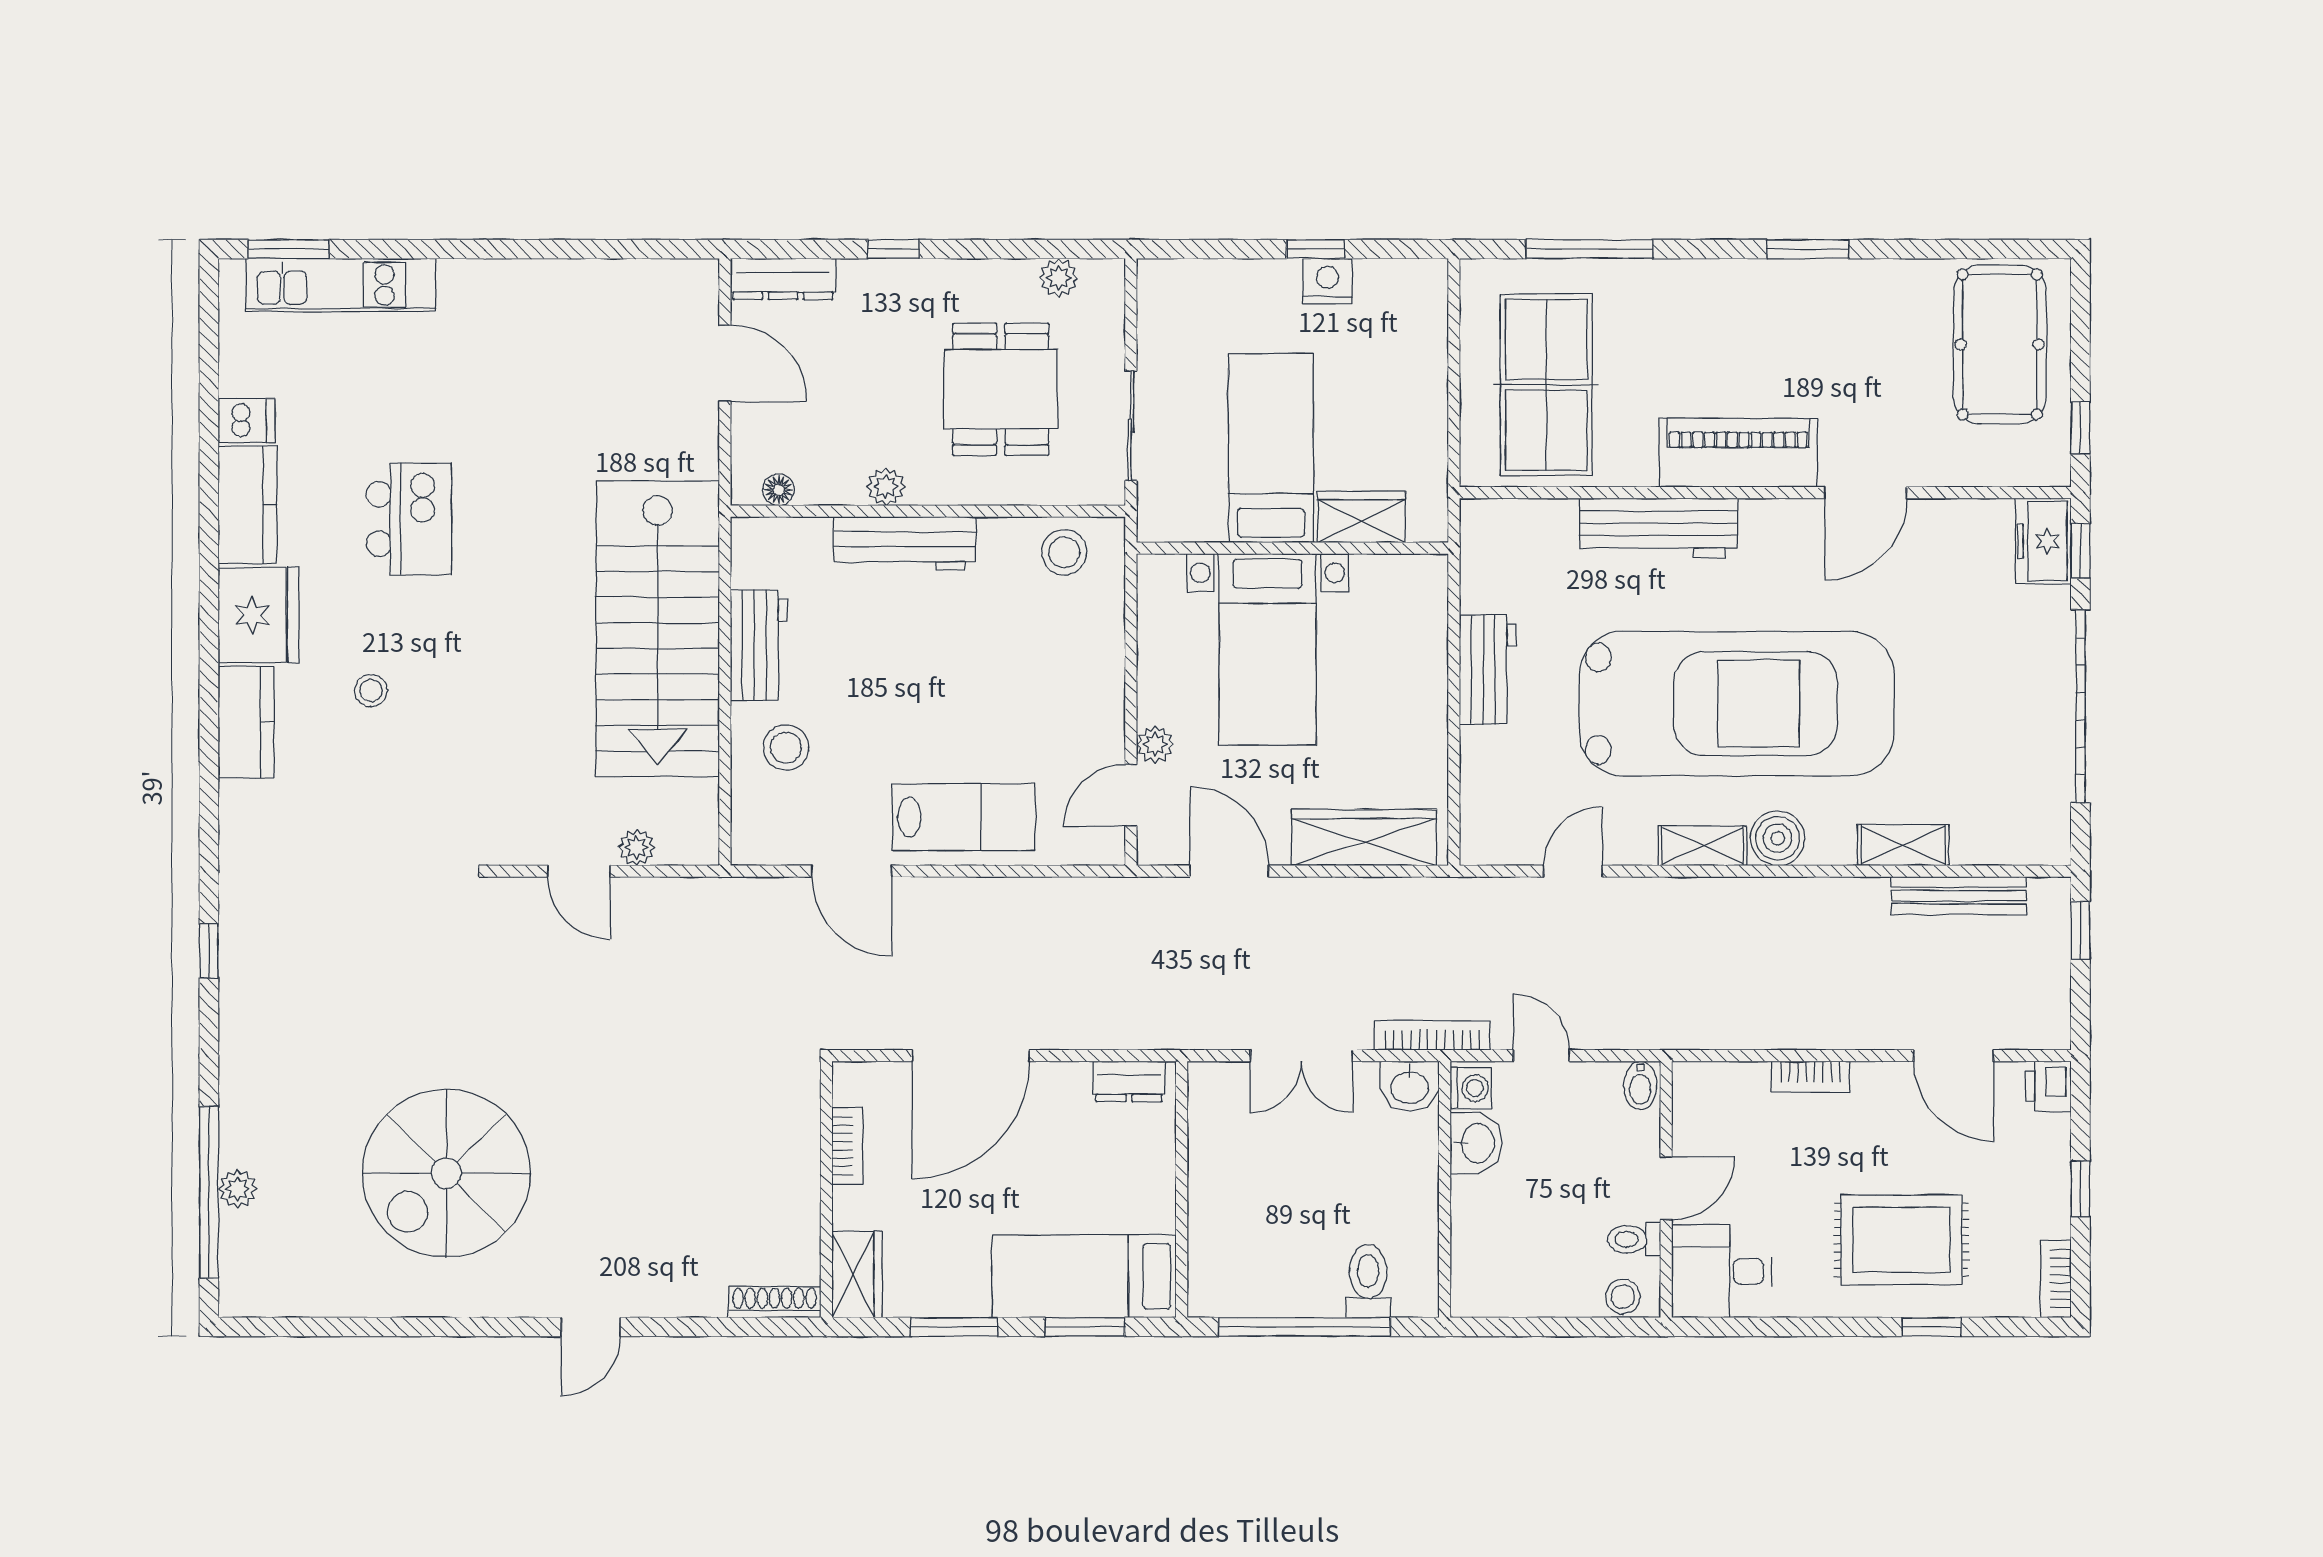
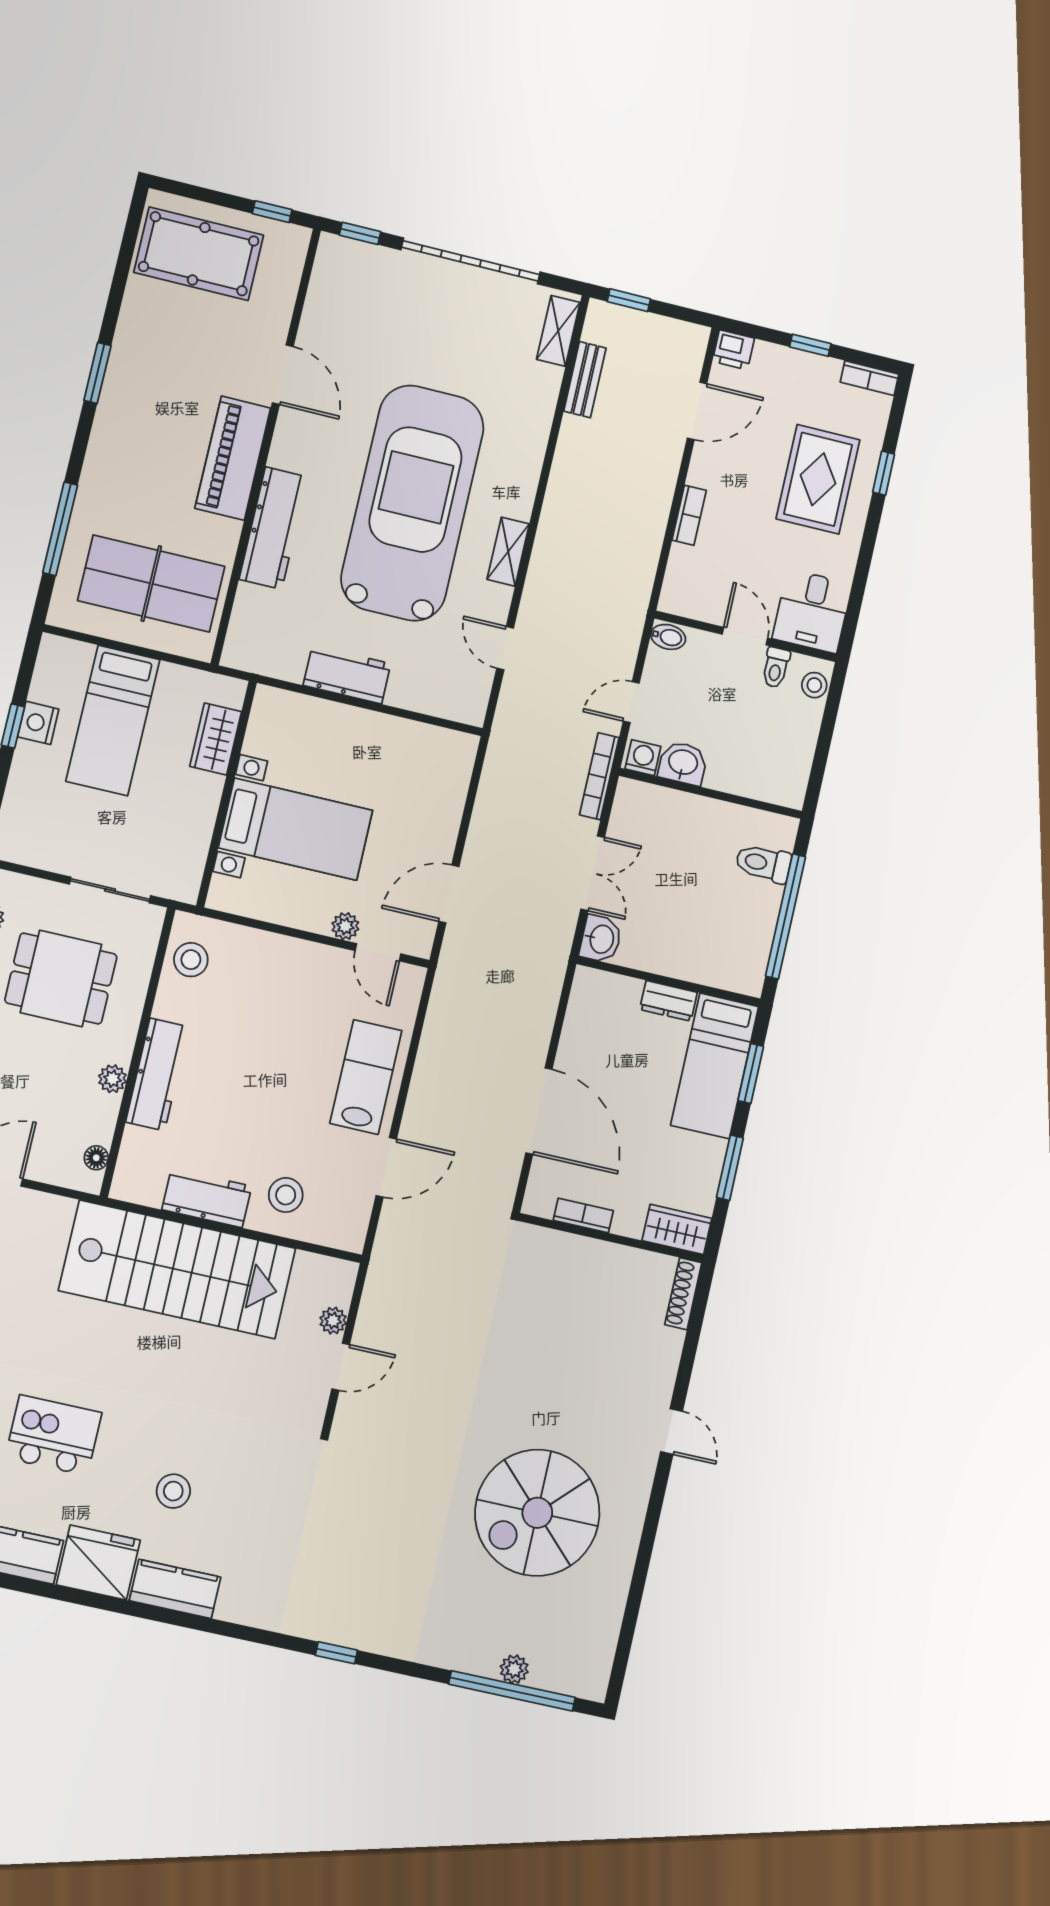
bed: (1271, 448) -> (113, 720), moved, turned -90
freezer: (2043, 541) -> (347, 258), removed
stool: (371, 691) -> (173, 1491), width x1.37, depth x1.37
wardrobe: (1364, 838) -> (447, 792), removed
boiler: (1778, 838) -> (515, 497), removed
shelving: (1903, 845) -> (558, 331), moved
bench: (1959, 896) -> (585, 380), width x0.73
dresser: (1129, 1081) -> (668, 1001), moved, turned 90
washbasin: (1409, 1086) -> (601, 939), moved
spiral stairs: (446, 1173) -> (537, 1513), turned 90

